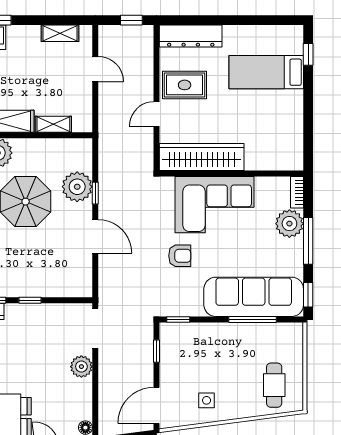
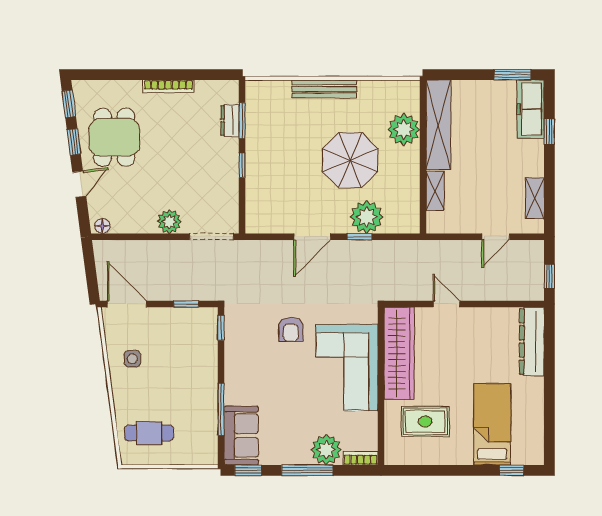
rug: (185, 85) -> (425, 421), moved, turned 90
sofa: (254, 297) -> (241, 436), width x0.54, depth x0.79

